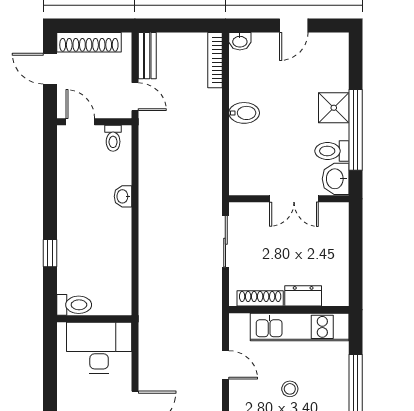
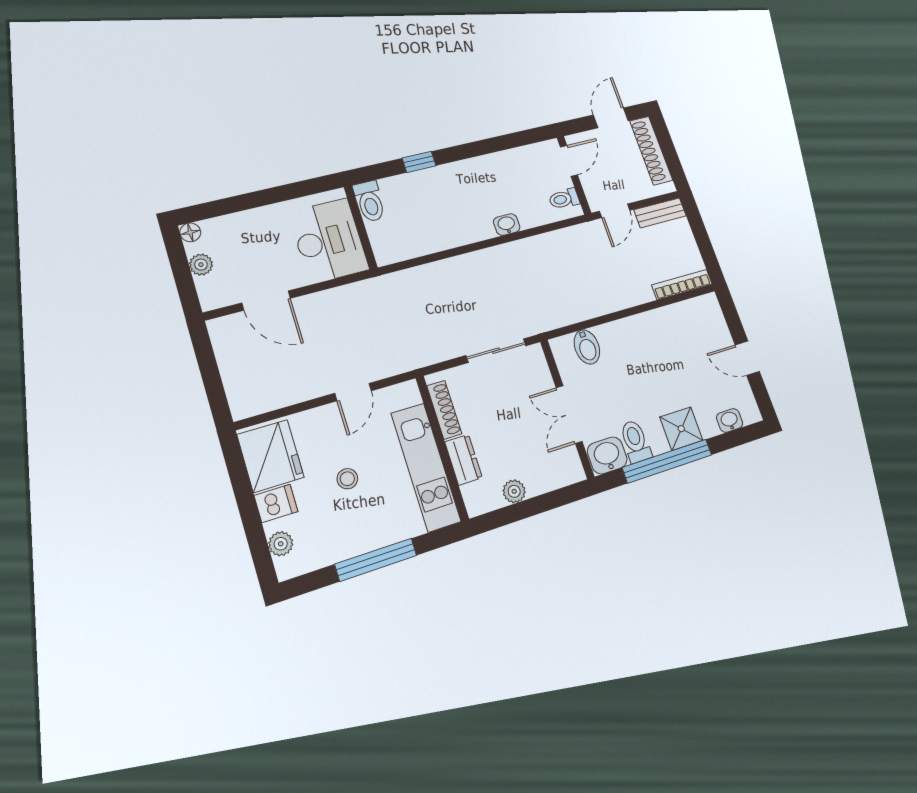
washbasin: (240, 41) -> (730, 420), moved, turned 90
bidet: (244, 113) -> (587, 347), moved
plant: (339, 264) -> (514, 491), added

